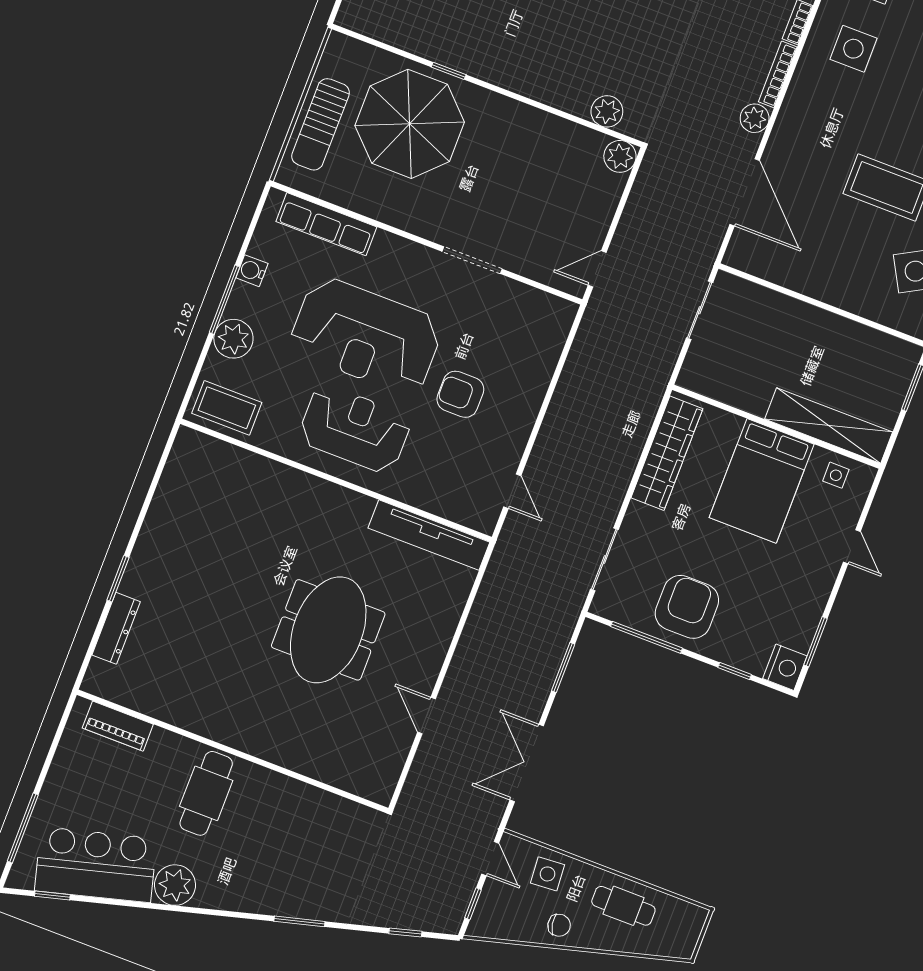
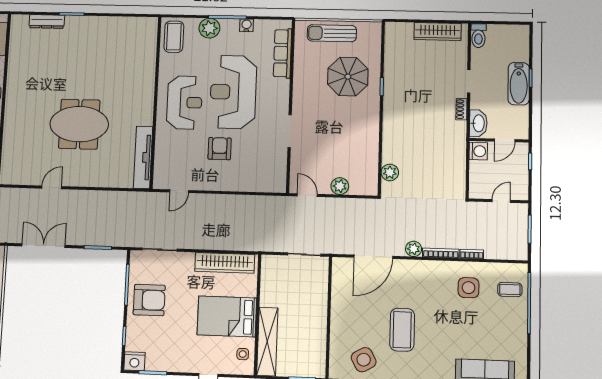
parasol: (410, 124) -> (348, 77), width x0.73, depth x0.73
plant: (620, 156) -> (340, 186), moved

